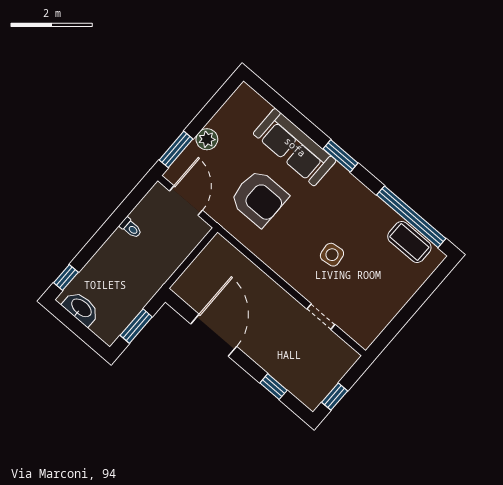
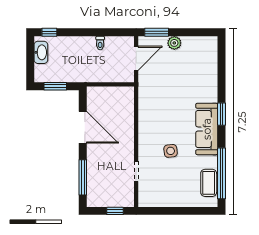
sofa: (295, 147) -> (207, 129), moved
armchair: (259, 198) -> (168, 92), removed
door: (214, 335) -> (83, 127), hinge flipped
window: (273, 387) -> (83, 177), width x2.17
window: (335, 397) -> (115, 211), moved

